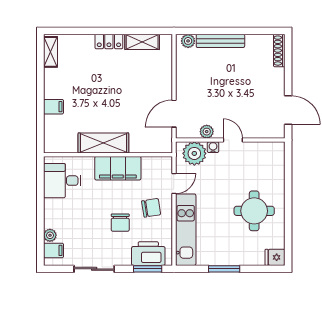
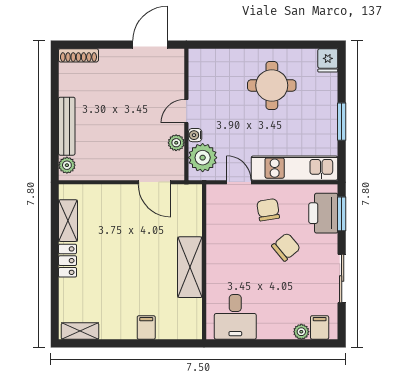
filing cabinet: (118, 168) -> (220, 250), removed
chair: (120, 223) -> (286, 247), turned -40

